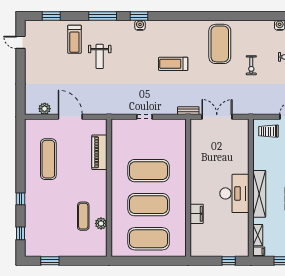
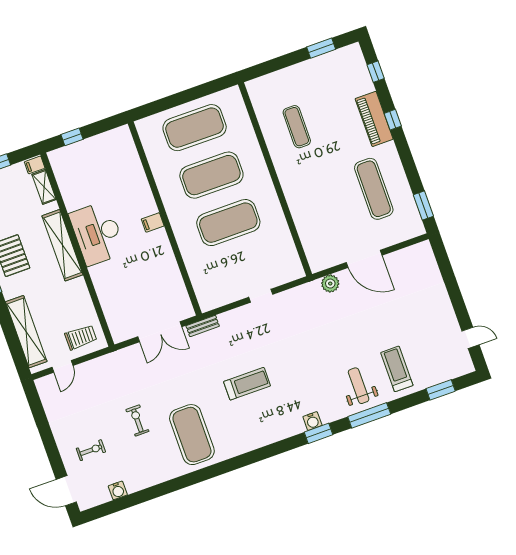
weight bench: (100, 56) -> (359, 386), moved
plant: (45, 109) -> (330, 284), moved
window: (21, 137) -> (423, 205), added
piano: (99, 152) -> (374, 119), moved, turned 180
filing cabinet: (197, 214) -> (153, 222), moved, width x0.50
plant: (101, 223) -> (268, 125), removed

